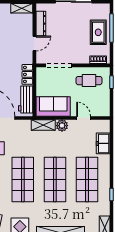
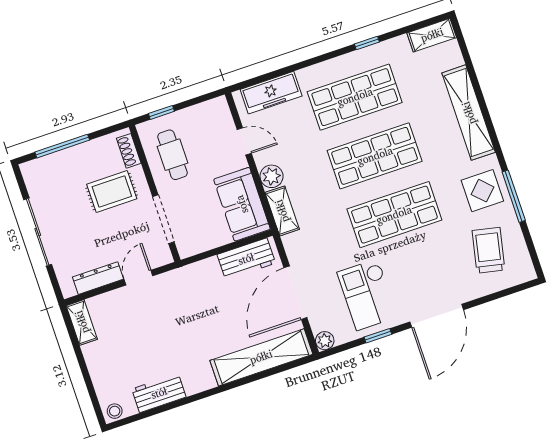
rug: (98, 32) -> (112, 192), moved
door: (34, 43) -> (138, 278), hinge flipped
locker: (27, 74) -> (199, 271), removed
door: (84, 118) -> (244, 141), swing flipped
freezer: (103, 143) -> (271, 93), width x1.40

